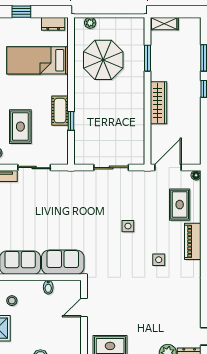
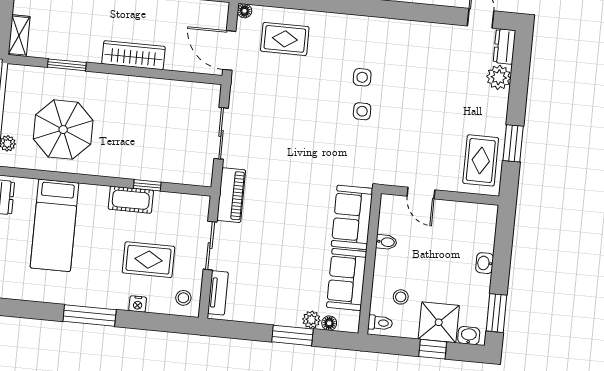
side table: (128, 226) -> (362, 111), moved
piano: (193, 241) -> (231, 195), moved, turned -90

